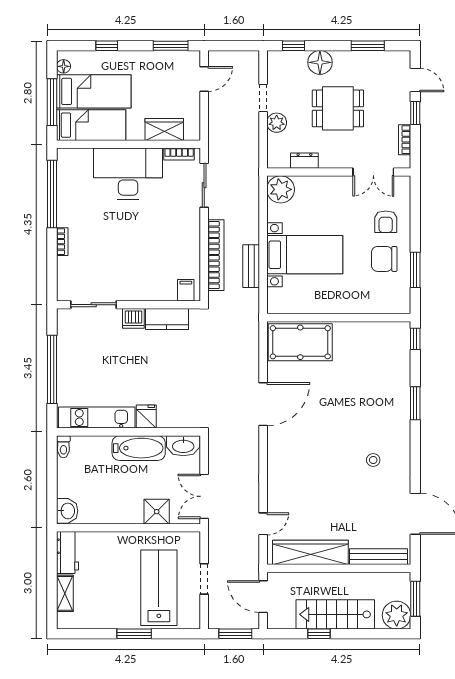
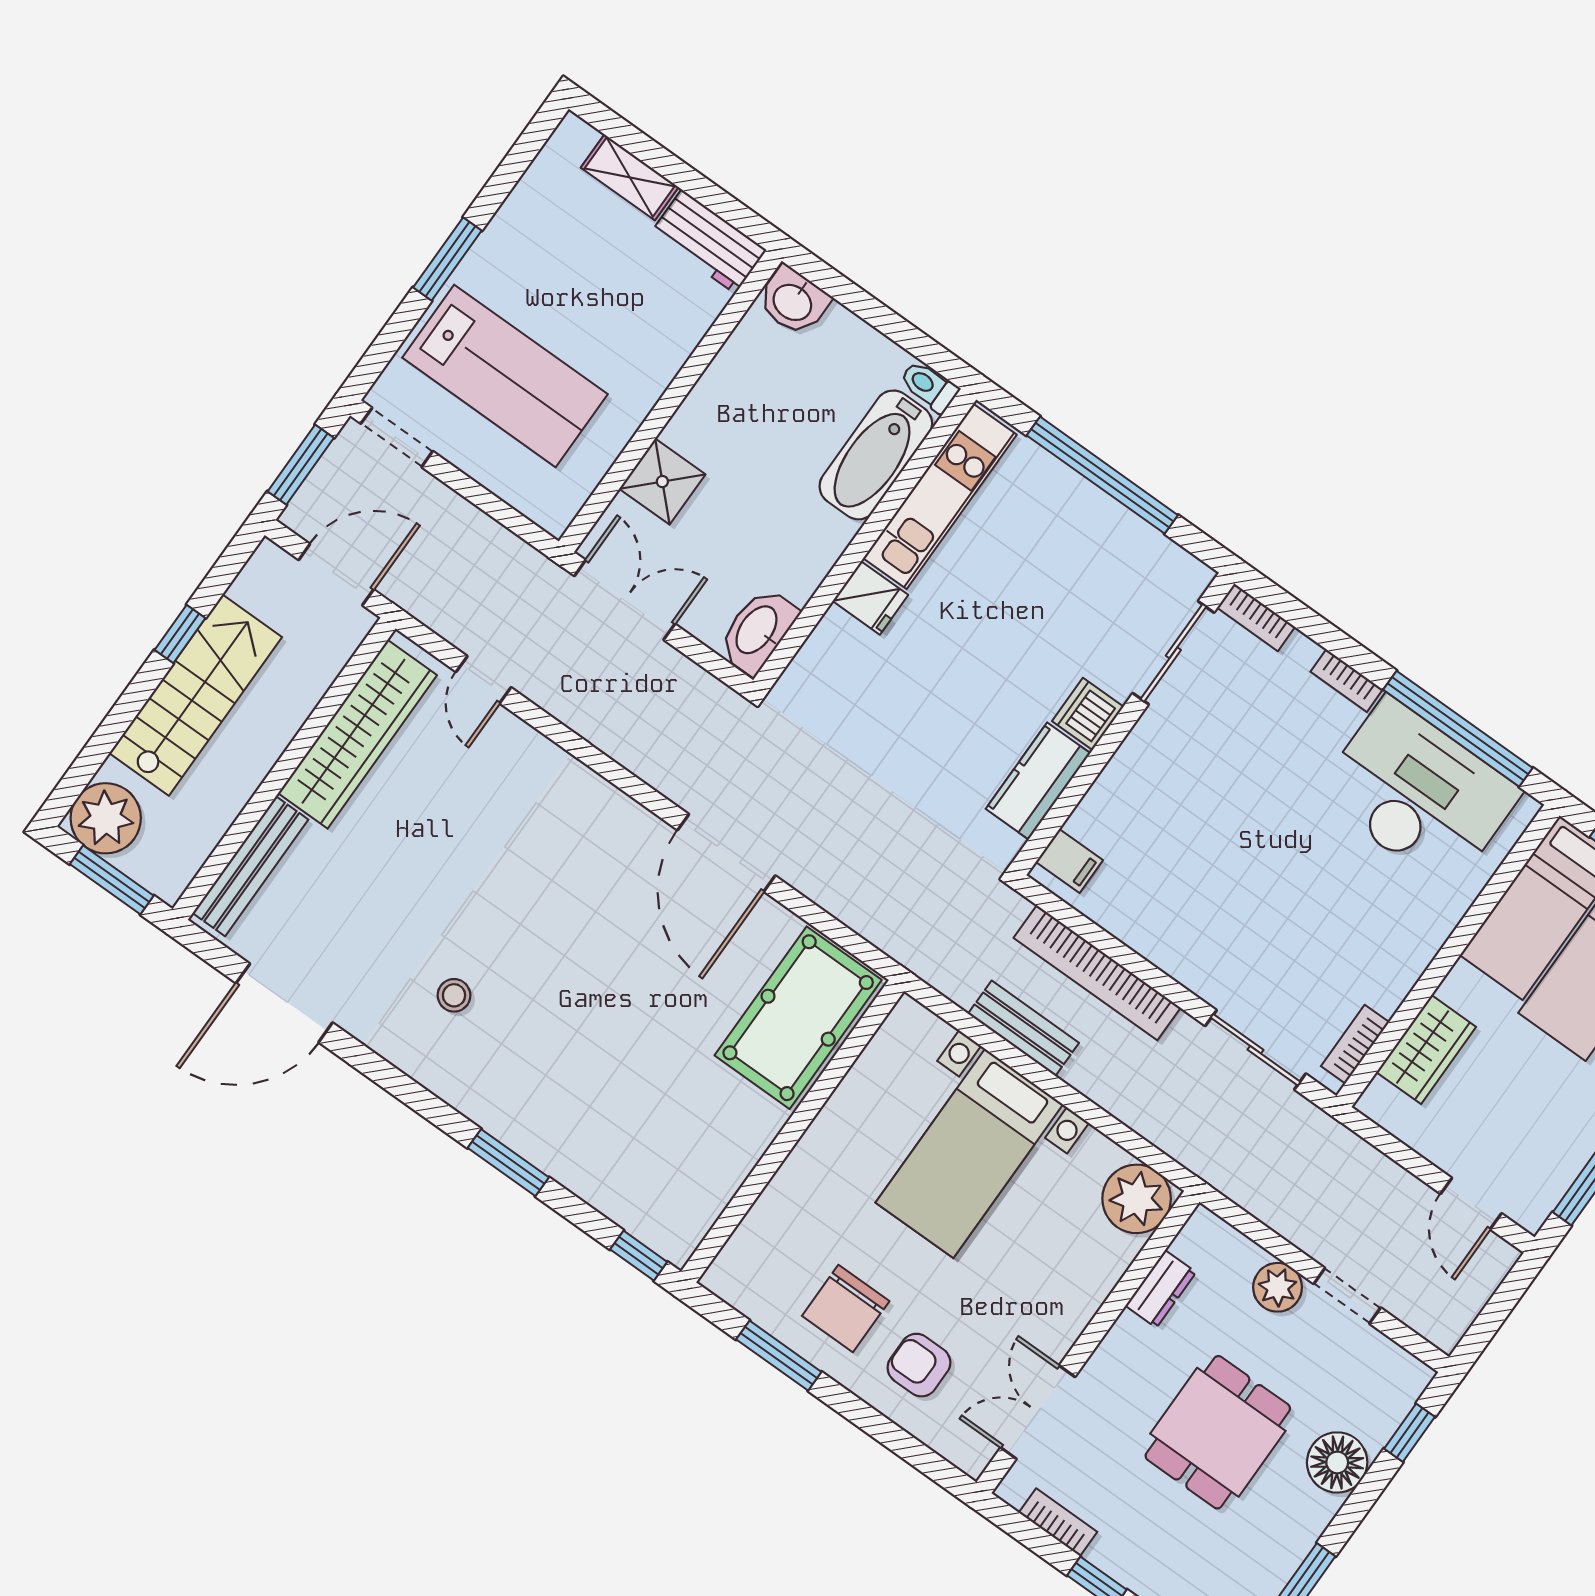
desk: (128, 174) -> (1418, 793), moved, turned -90
chair: (384, 259) -> (846, 1309), turned 180
bookcase: (63, 286) -> (1256, 617), added
bathtub: (139, 448) -> (876, 455), moved
doorway: (204, 579) -> (397, 437), moved

